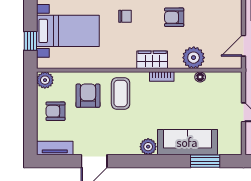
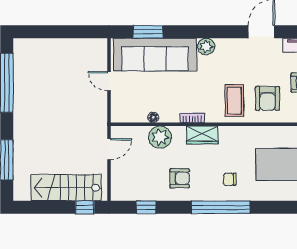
sofa: (187, 142) -> (155, 55), width x1.36, depth x1.27

